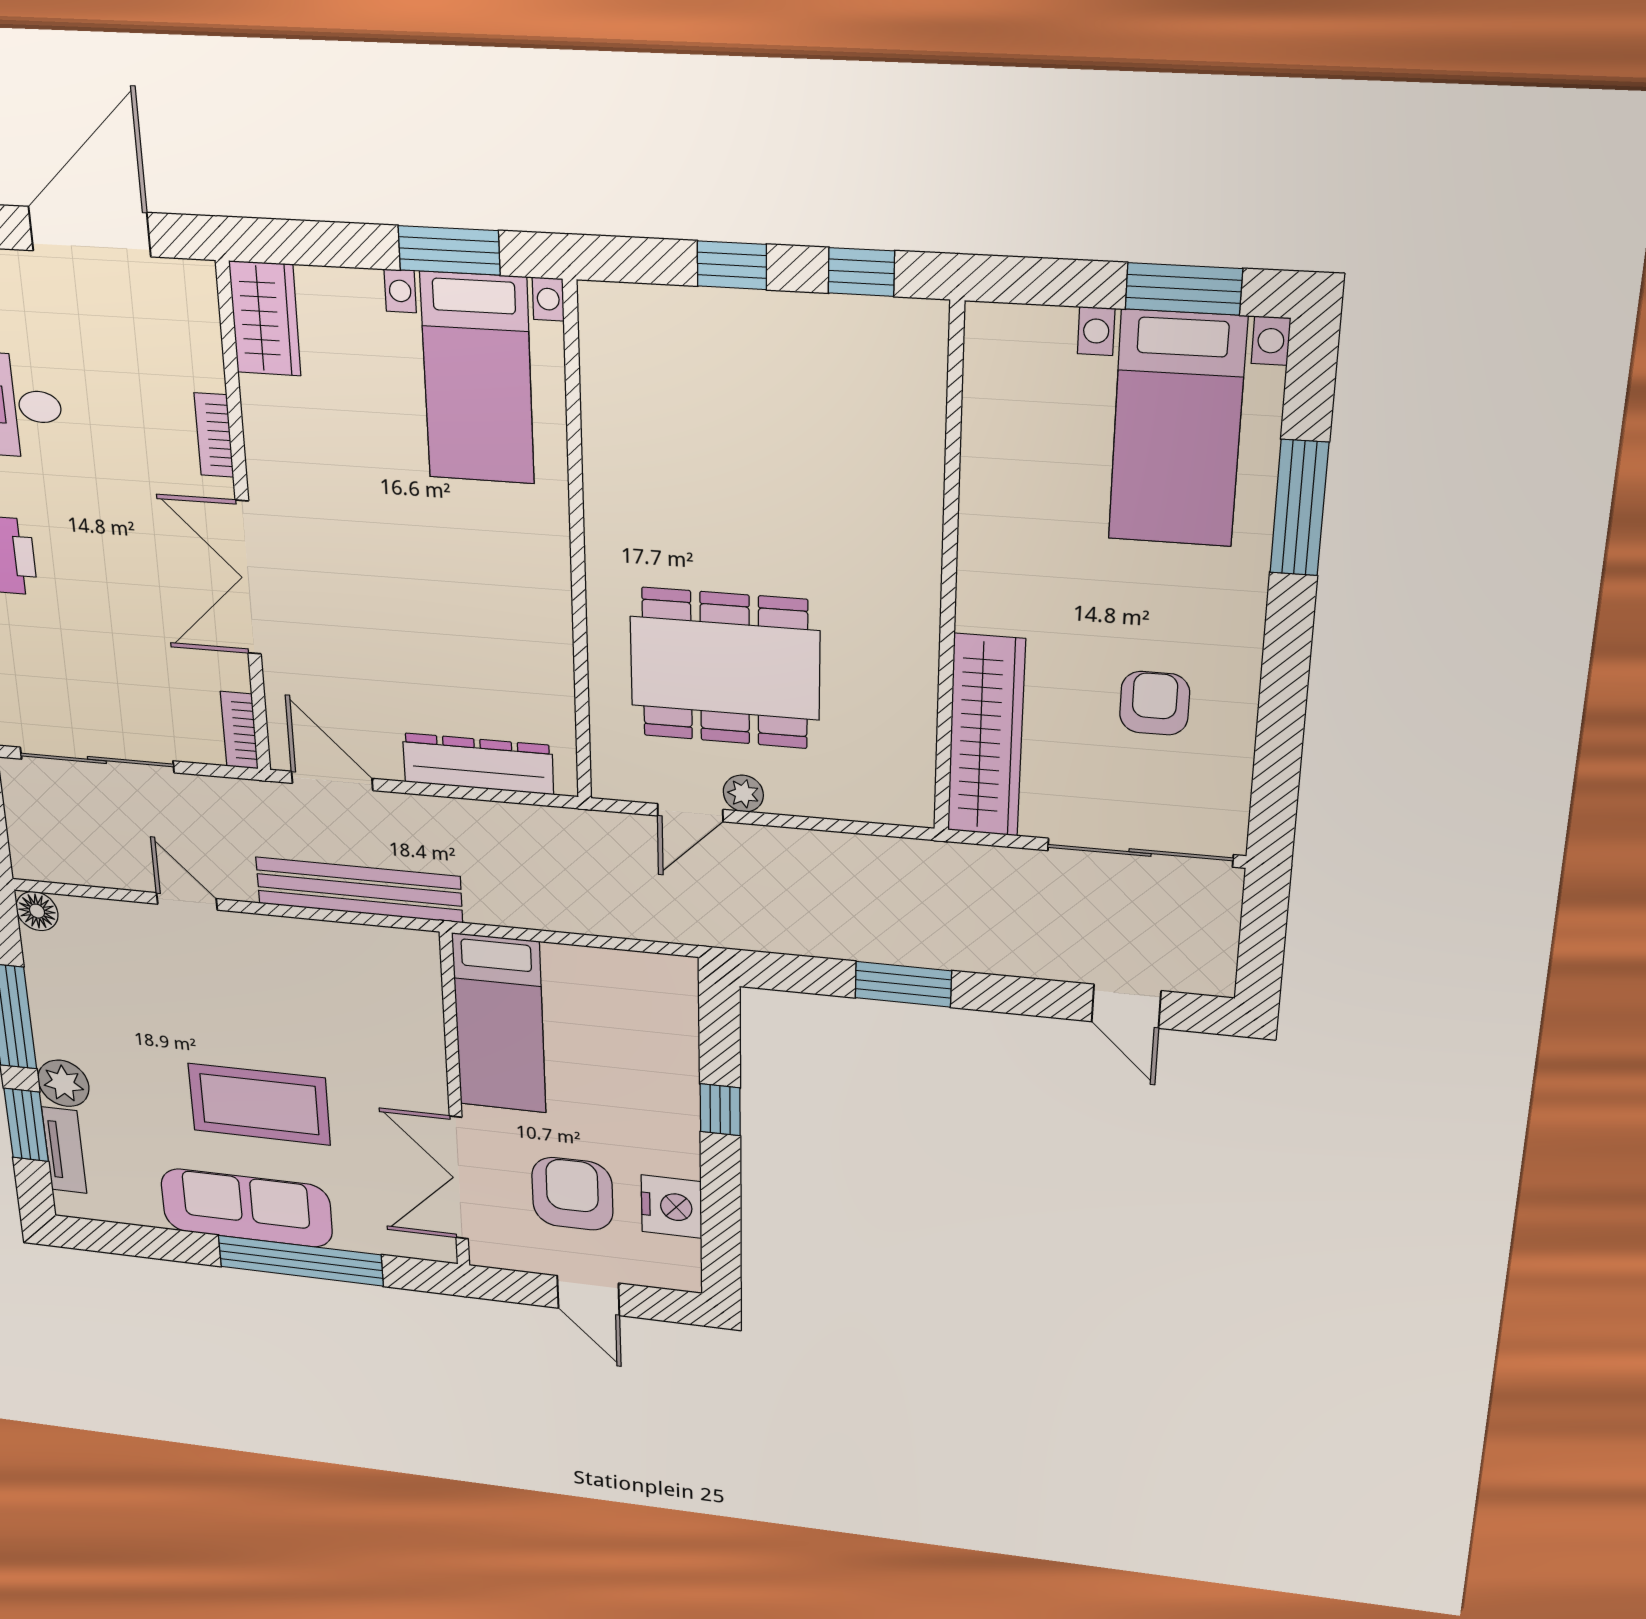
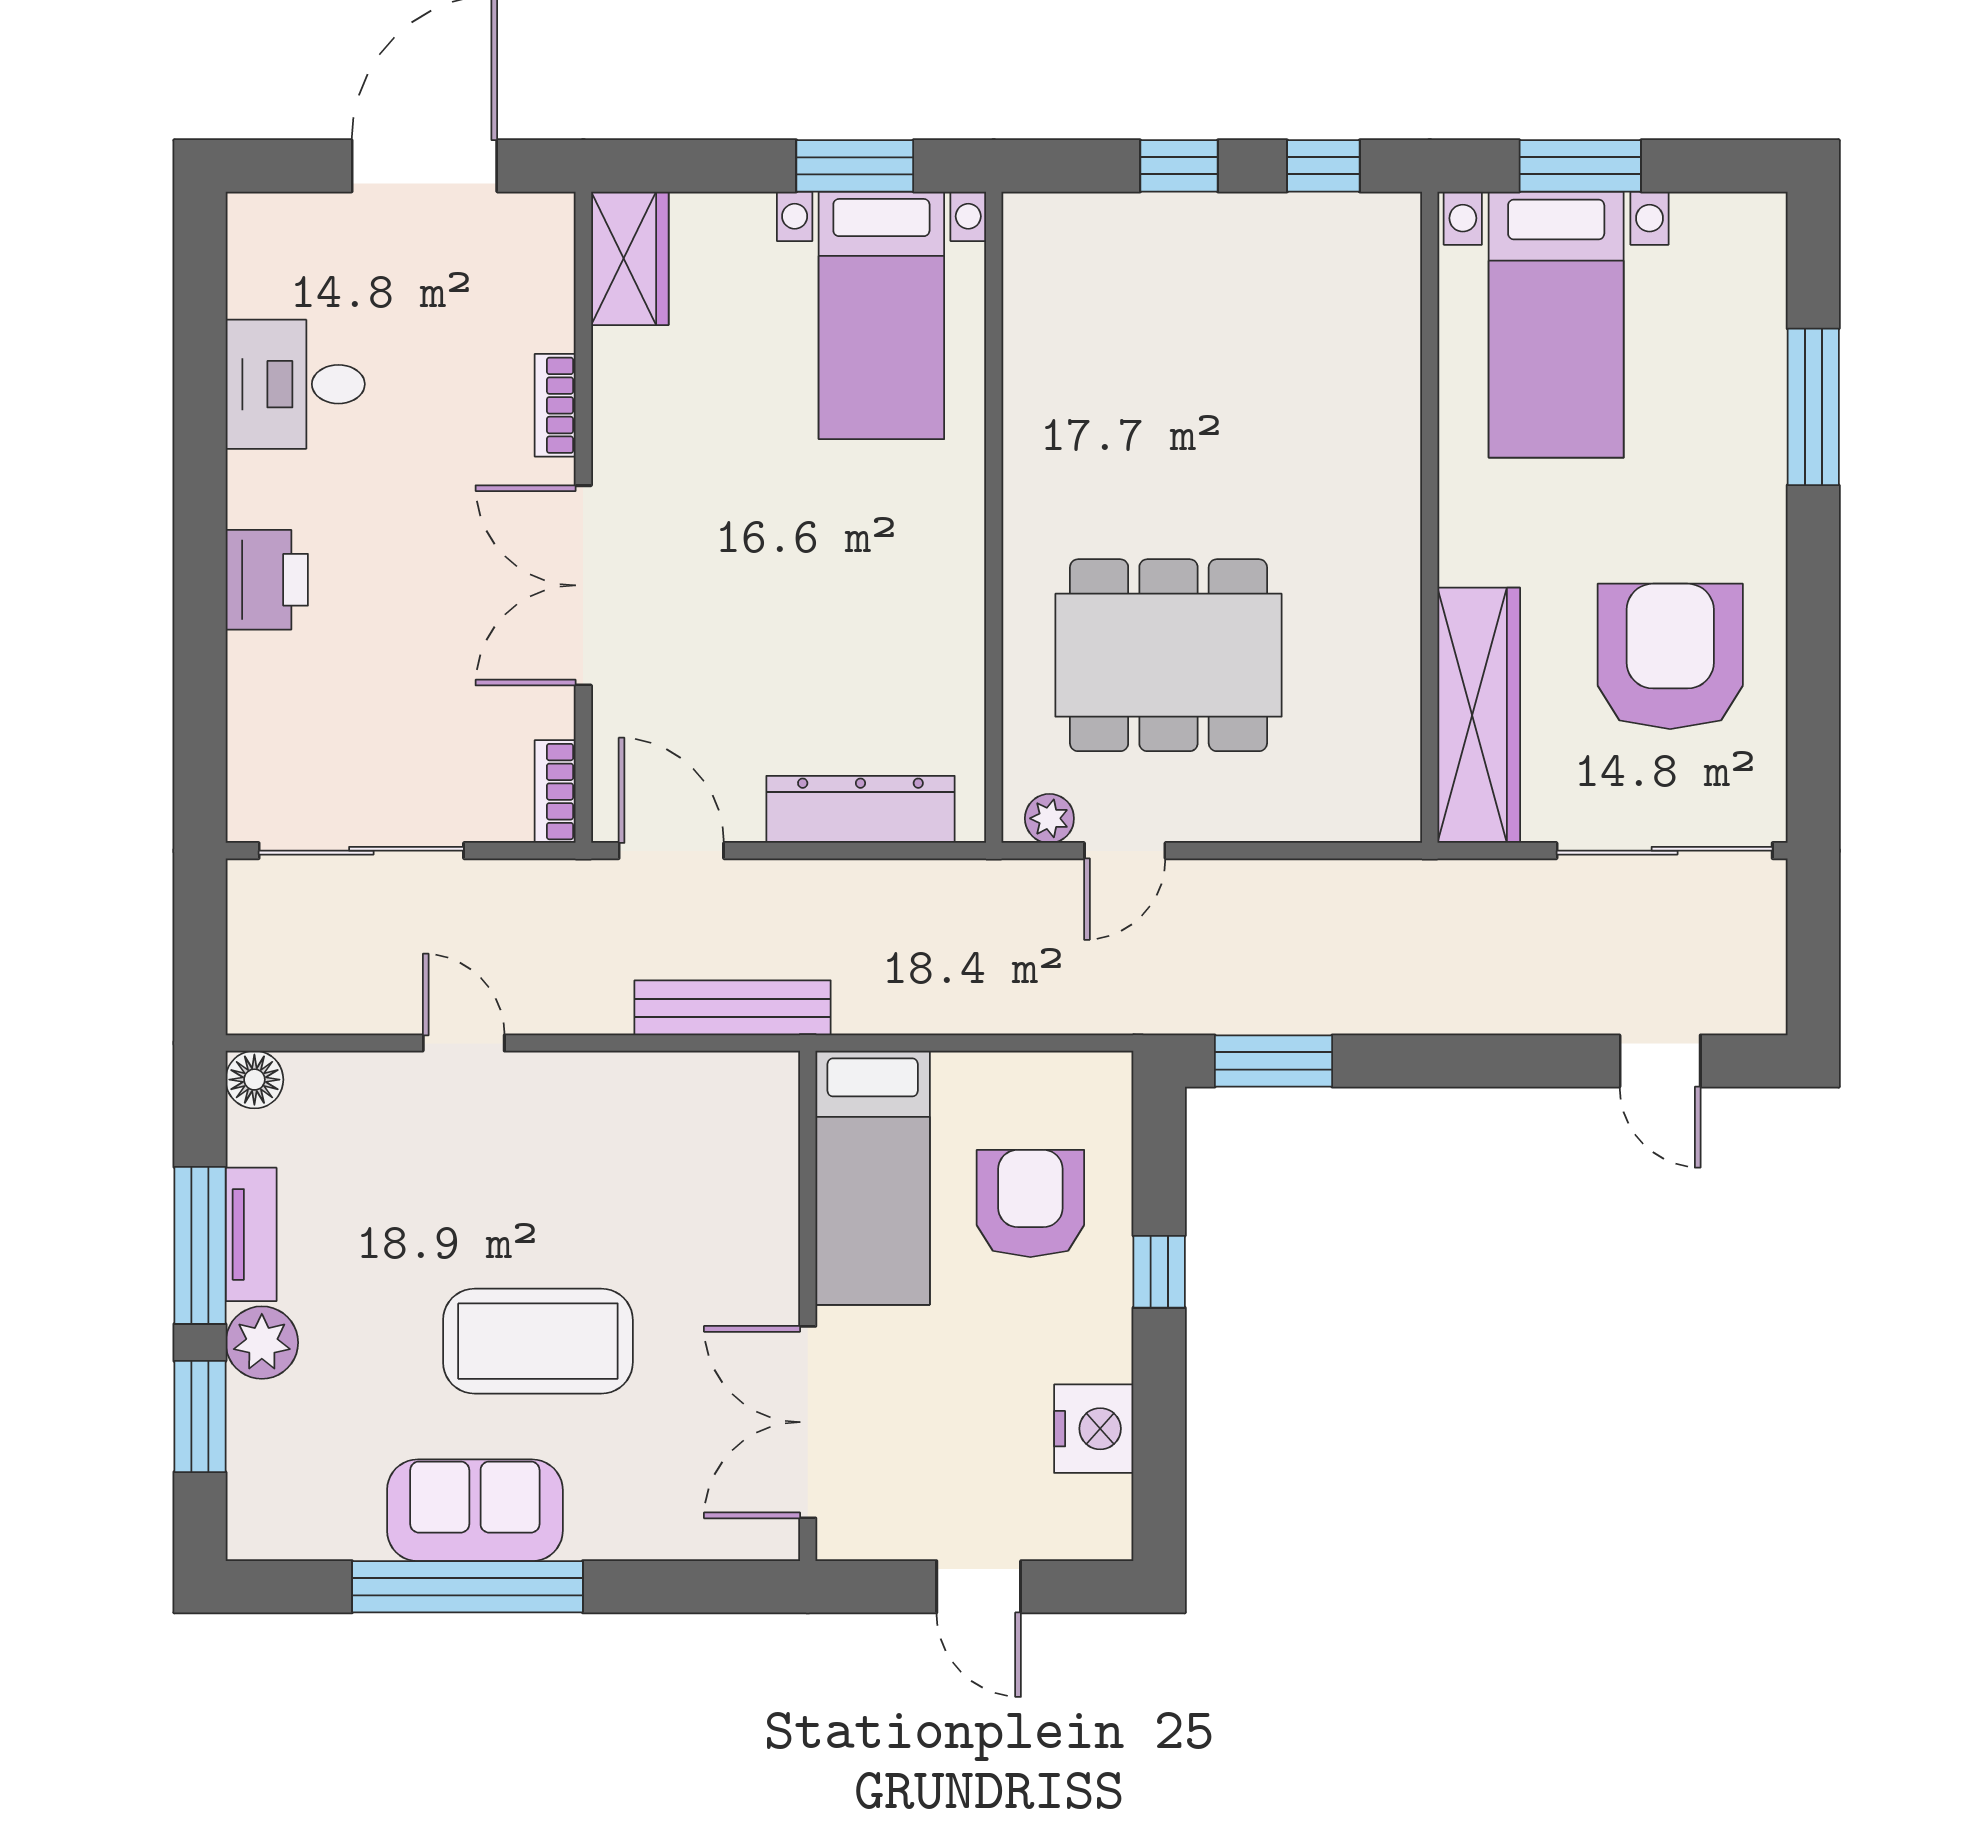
window: (1184, 289) -> (1580, 166), moved
bed with nightstands: (1177, 429) -> (1556, 325), moved
armchair: (1155, 703) -> (1670, 656), width x1.88, depth x1.88
plant: (743, 793) -> (1049, 818), moved
bench: (359, 890) -> (733, 1008), width x0.73, depth x0.82
window: (903, 984) -> (1273, 1061), moved
tv unit: (64, 1150) -> (251, 1234), moved
armchair: (572, 1194) -> (1030, 1204), moved
sofa: (247, 1208) -> (475, 1510), width x0.73
window: (301, 1261) -> (467, 1587), moved

